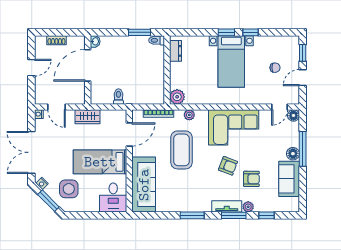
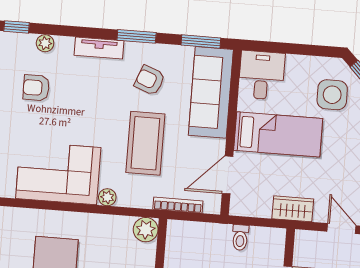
plant: (189, 115) -> (107, 197), moved
armchair: (228, 166) -> (150, 80), moved
tv unit: (227, 206) -> (99, 48), moved
window: (234, 215) -> (201, 41), moved

